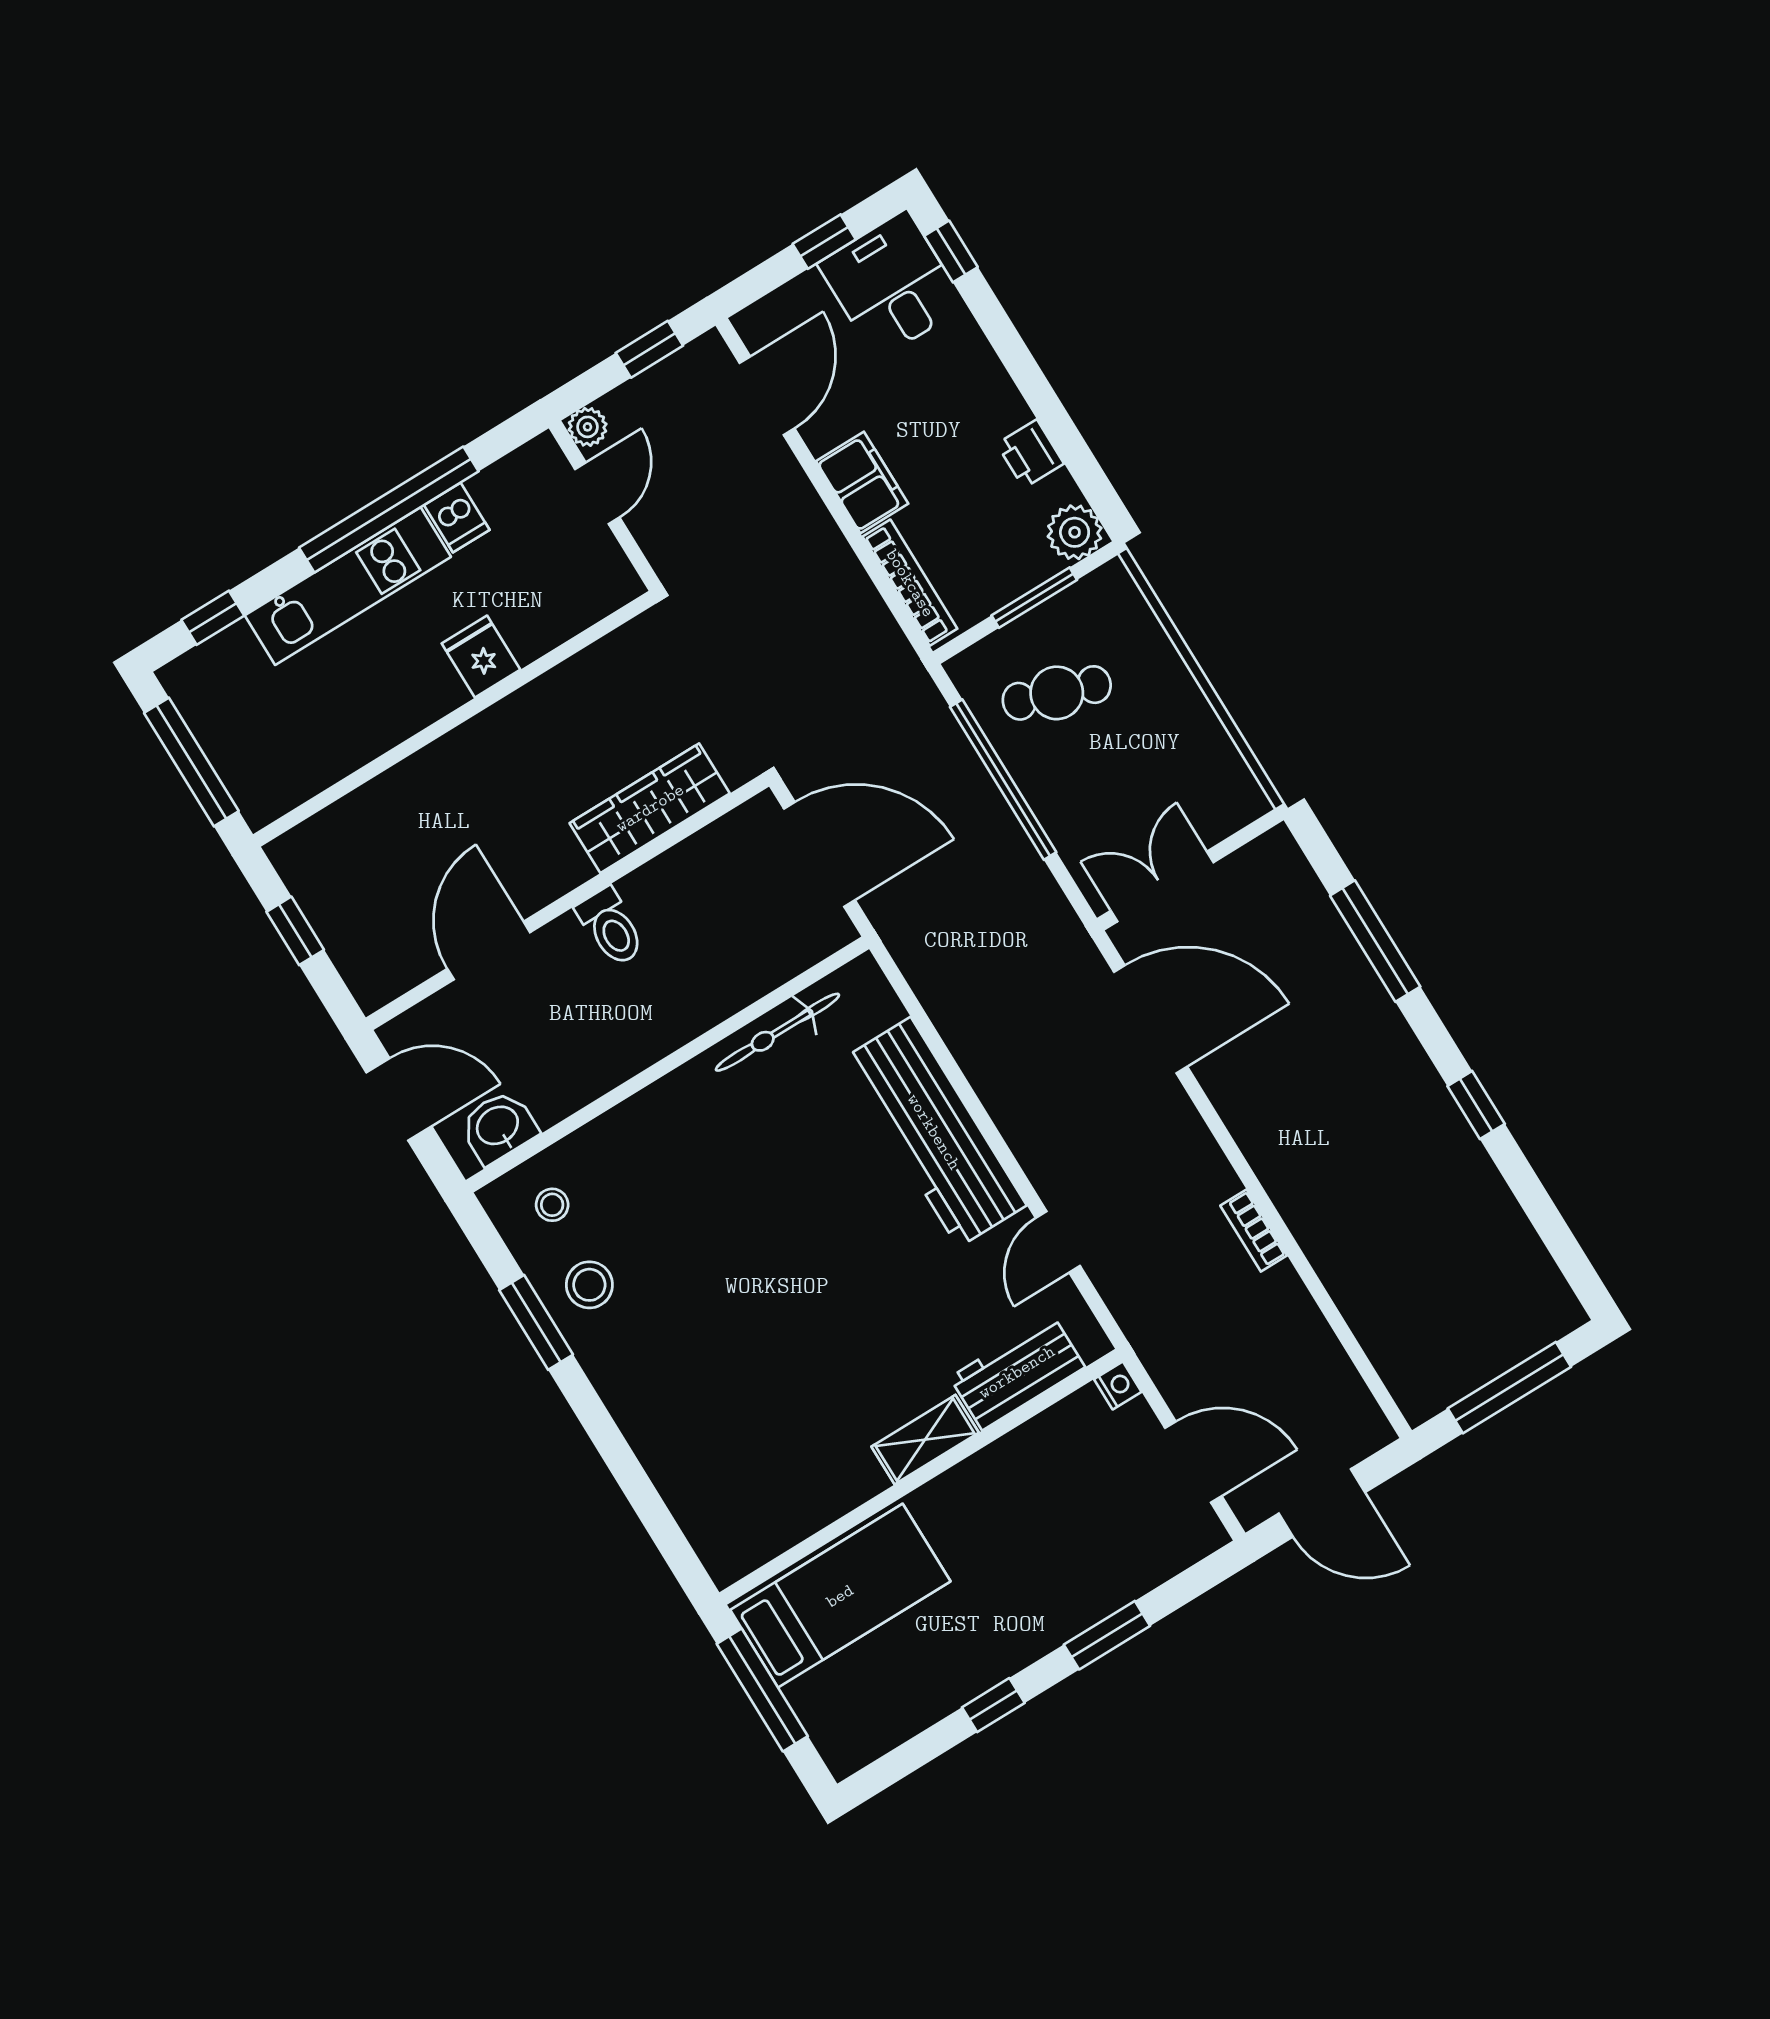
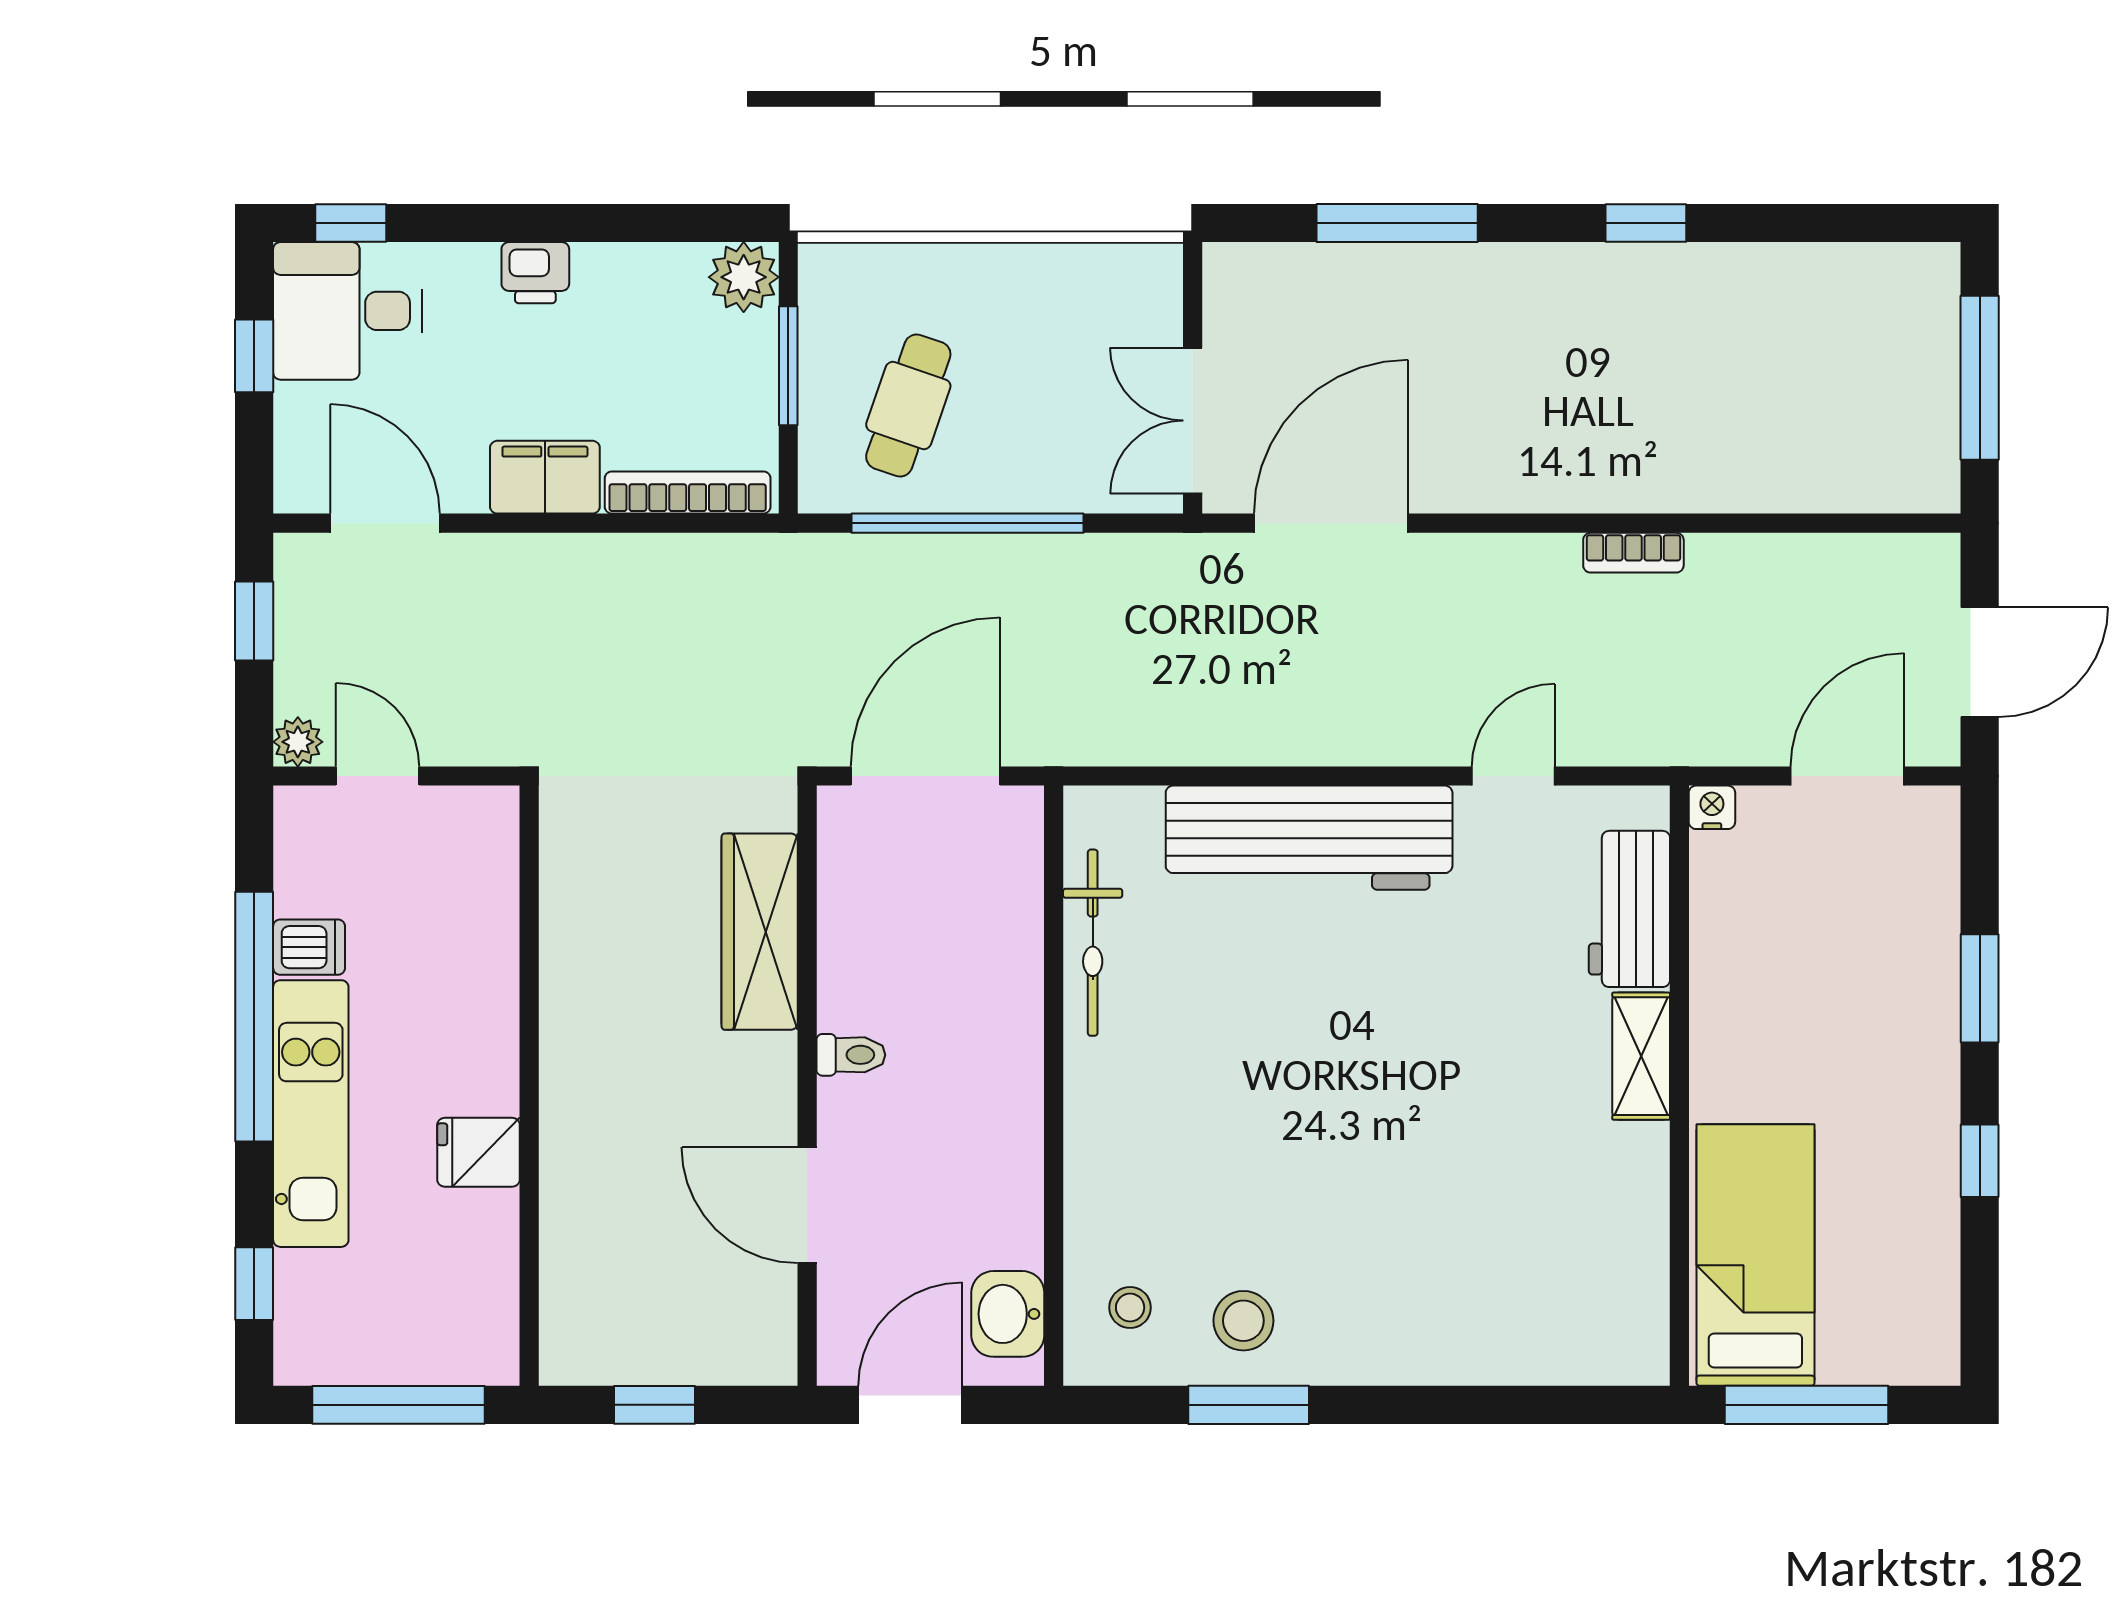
printer: (1030, 454) -> (535, 273), moved
fridge: (481, 657) -> (478, 1152), moved
toilet: (611, 927) -> (851, 1055), width x0.73, depth x0.72
door: (1058, 1242) -> (1513, 776), swing flipped

